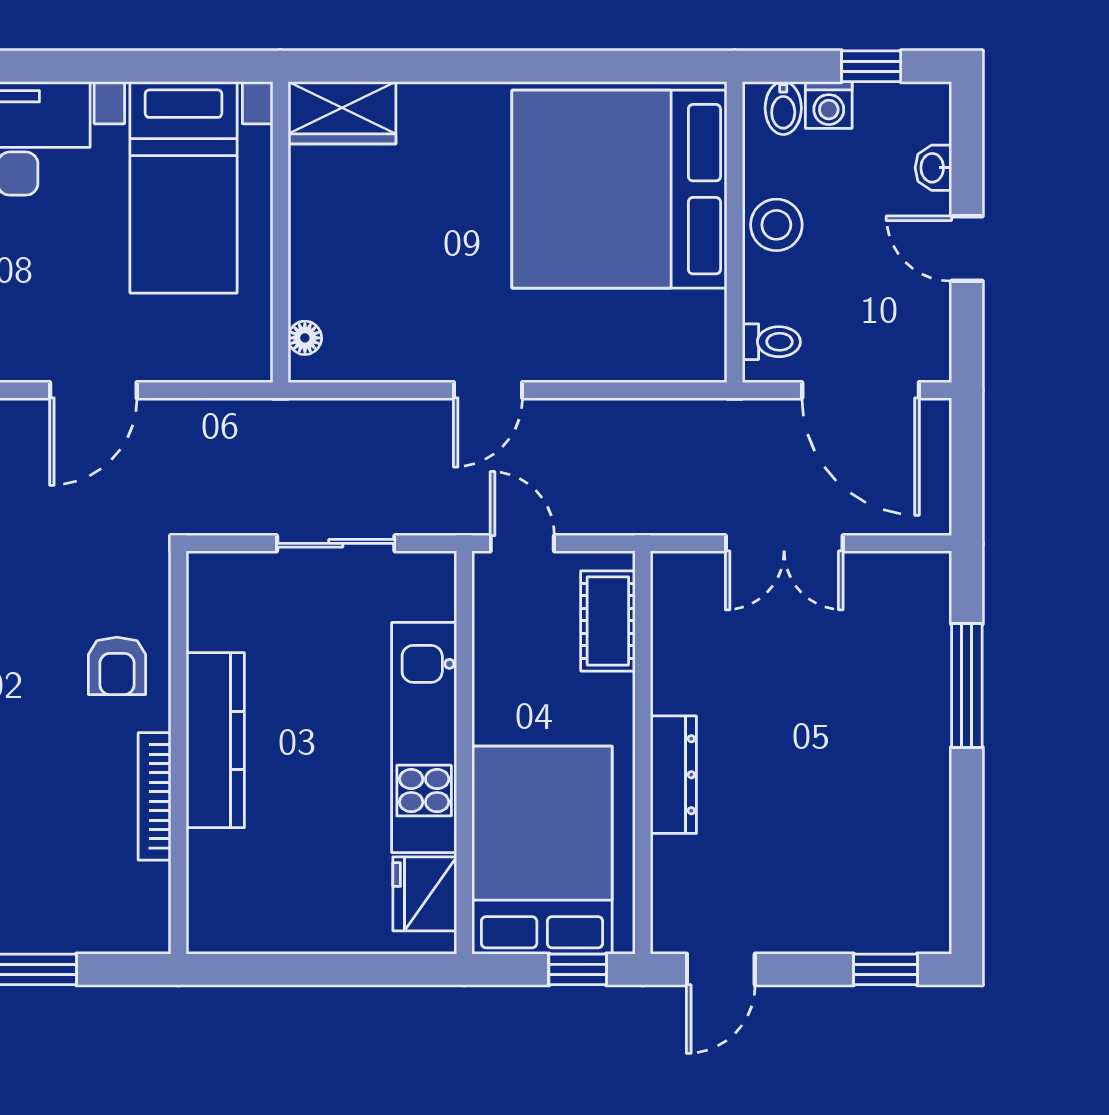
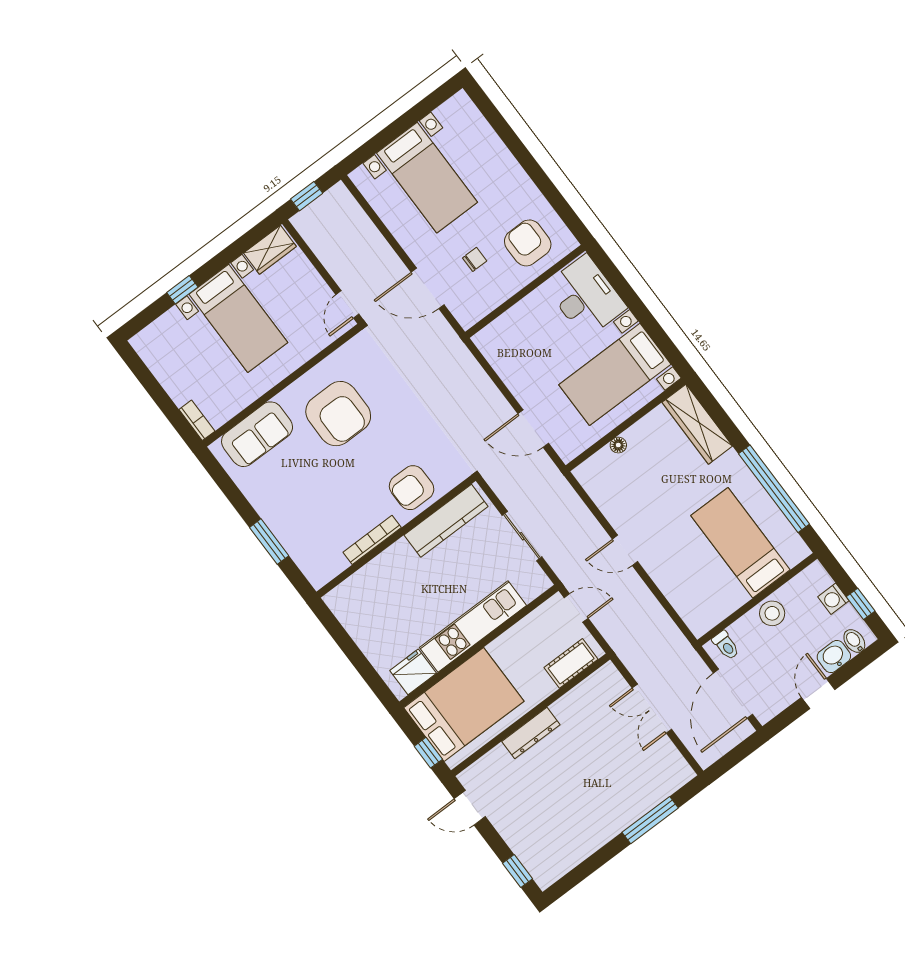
window: (572, 66) -> (774, 489), added
bidet: (783, 108) -> (854, 641), moved, turned 90
wardrobe: (342, 113) -> (697, 424), width x1.50
washbasin: (933, 168) -> (834, 657), width x1.38, depth x1.45
bed: (619, 189) -> (740, 543), width x0.49
floor lamp: (305, 338) -> (618, 445), moved
door: (93, 390) -> (533, 429), moved
door: (522, 543) -> (576, 608), hinge flipped
armchair: (117, 666) -> (412, 488), width x1.38, depth x1.38
kitchen counter: (215, 740) -> (446, 521), moved

